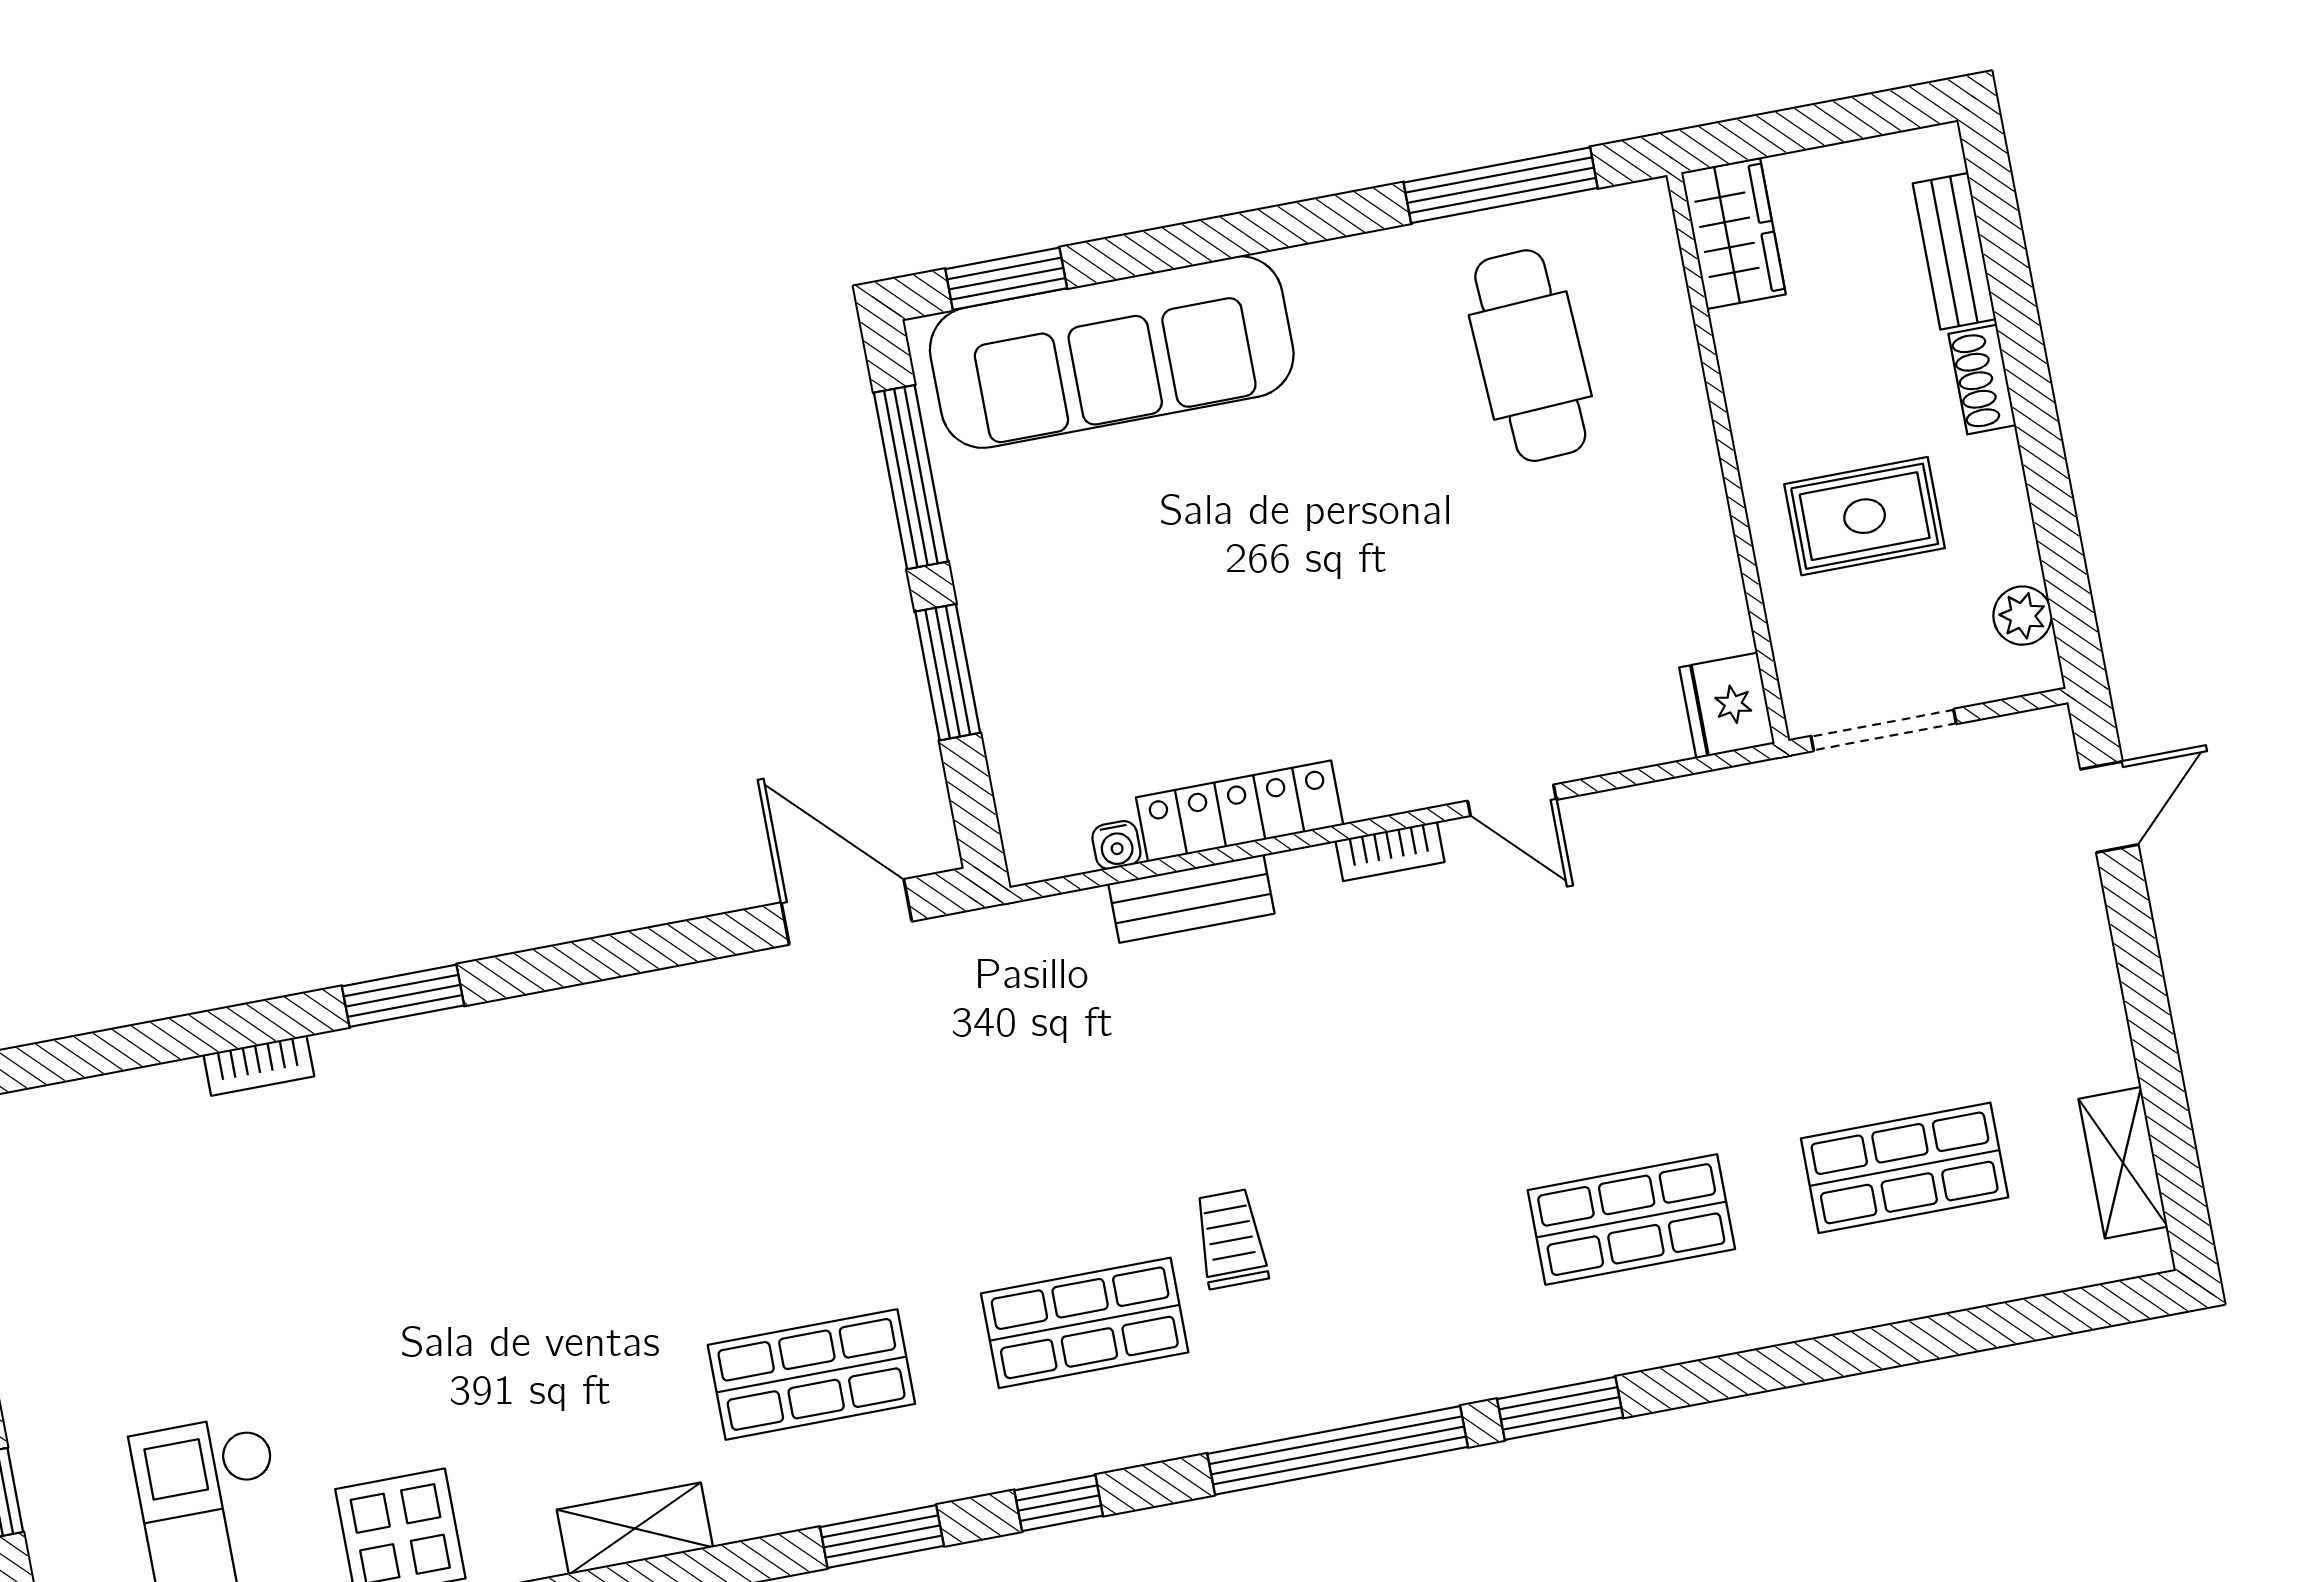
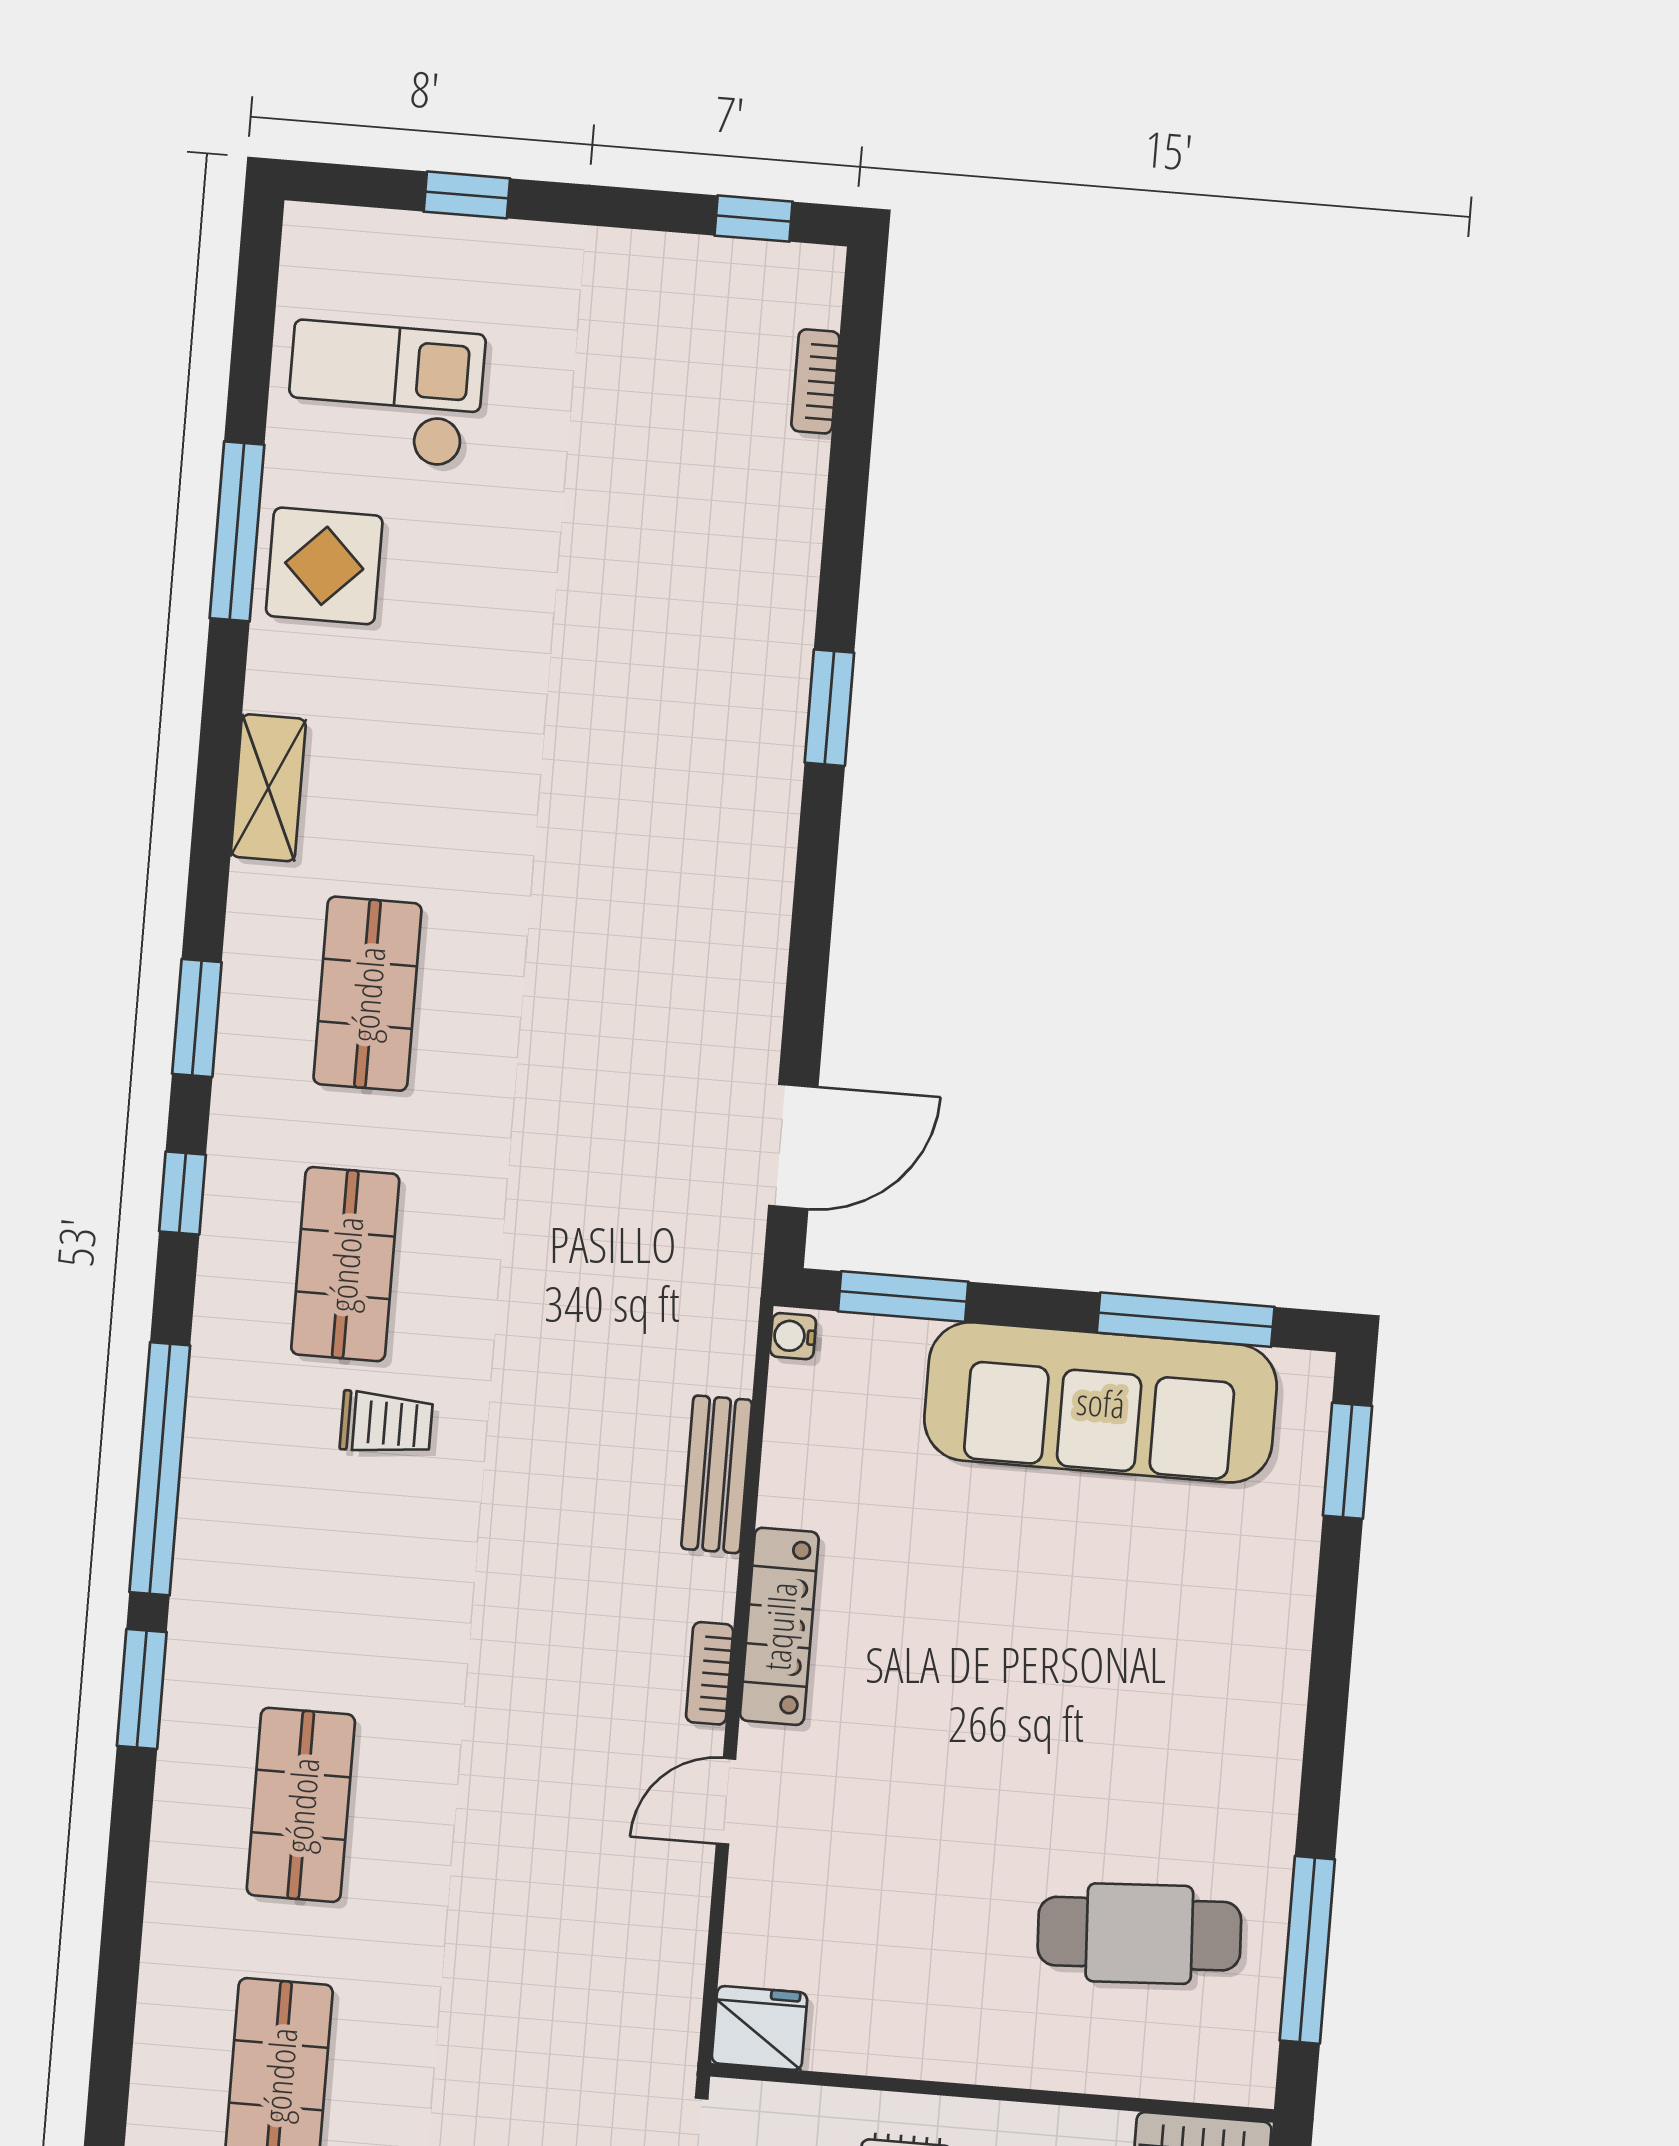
sofa: (1112, 352) -> (1101, 1402), moved, turned -90
window: (948, 672) -> (903, 1296), moved
locker: (1240, 811) -> (779, 1626), moved
water cooler: (1116, 845) -> (793, 1336), moved
bookcase: (259, 1065) -> (815, 381), moved

